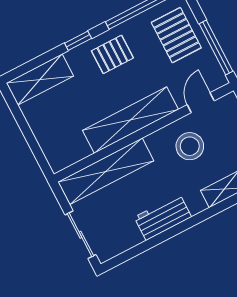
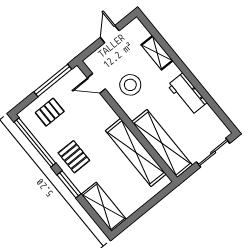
pallet: (176, 35) -> (50, 112), width x0.67, depth x0.71
window: (78, 41) -> (69, 184), width x1.50
shelving: (130, 120) -> (136, 152), moved

